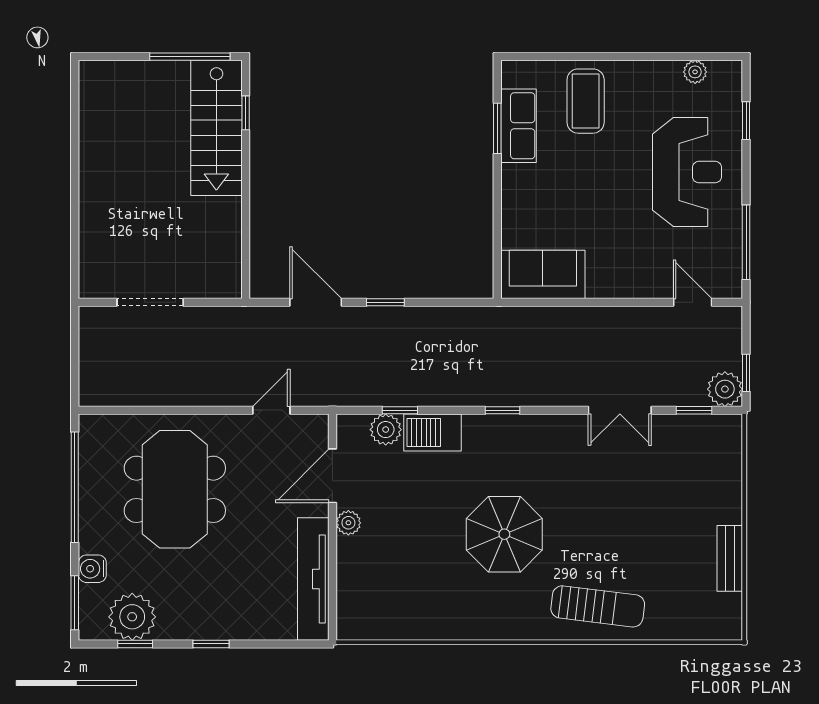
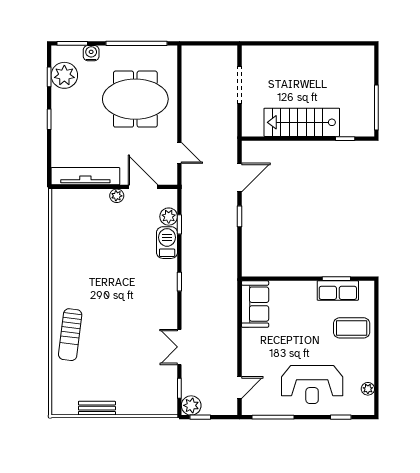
stairs: (216, 128) -> (302, 122), moved
parasol: (504, 534) -> (110, 283), removed

